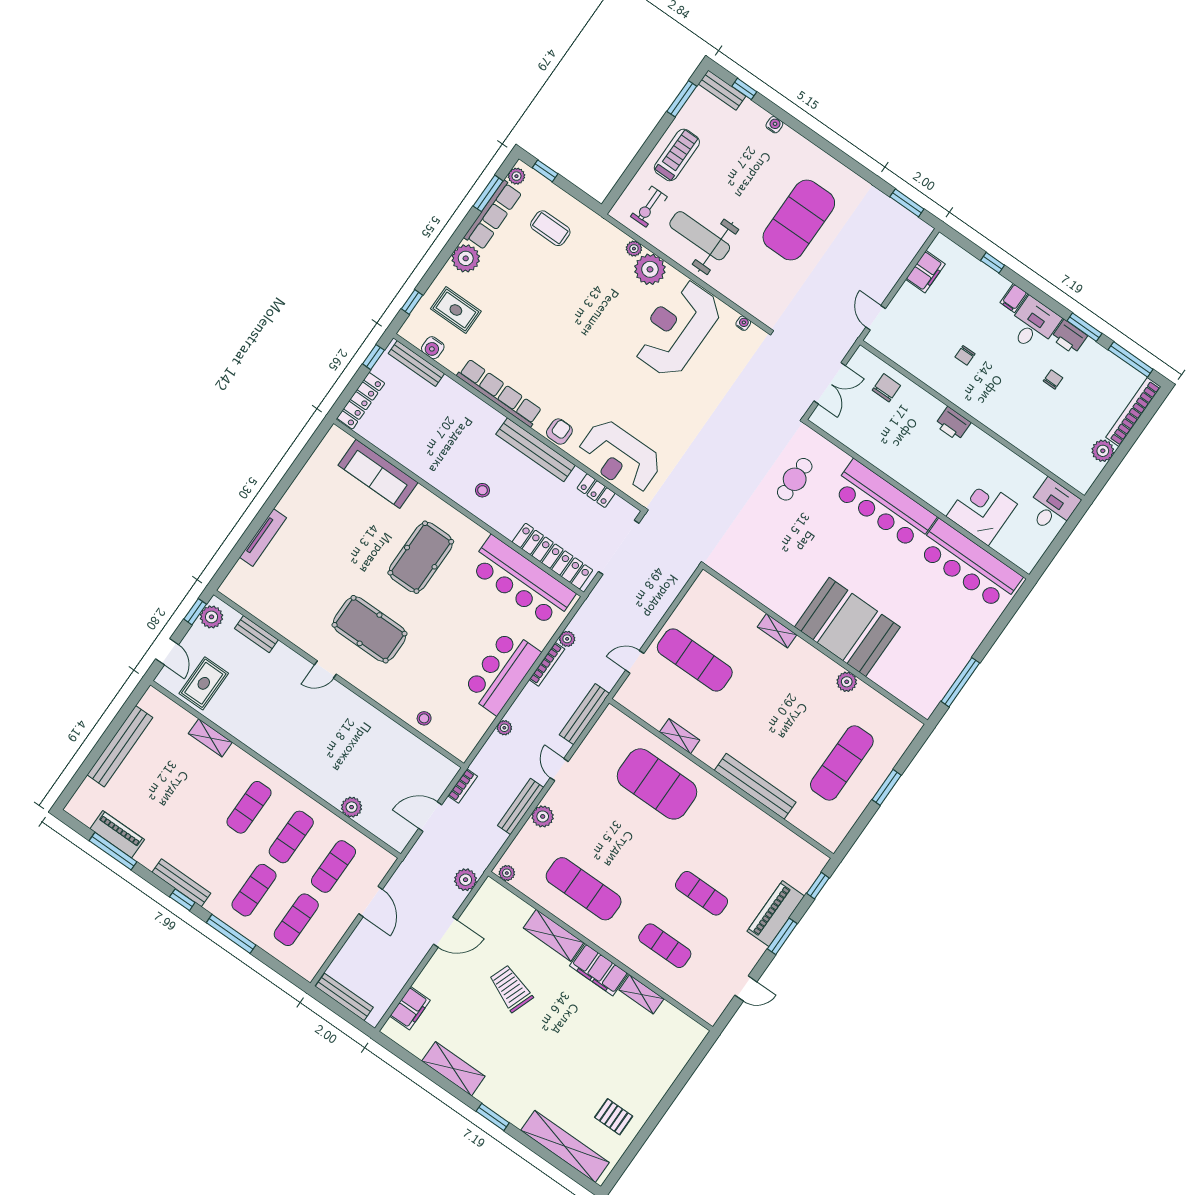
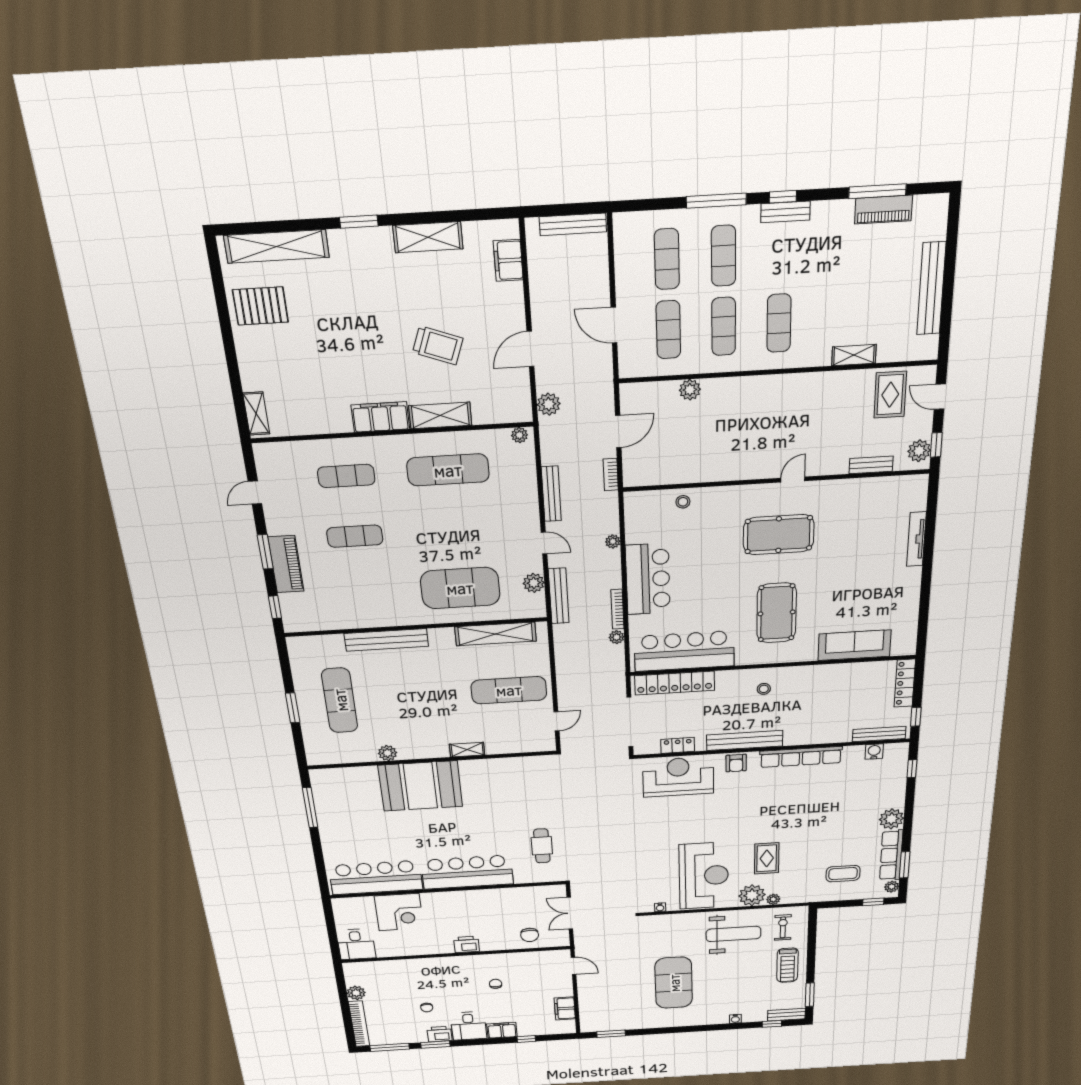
filing cabinet: (1014, 298) -> (502, 1030), width x2.00
rug: (456, 310) -> (767, 858), moved, turned 90
door: (635, 662) -> (557, 721), moved
shelving: (680, 736) -> (495, 634), width x2.20, depth x1.33
plant: (543, 816) -> (534, 583), moved
bench: (181, 883) -> (785, 212), width x0.73
shelving: (641, 994) -> (256, 413), moved, turned 90
pallet: (614, 1117) -> (260, 306), width x1.50, depth x1.42

